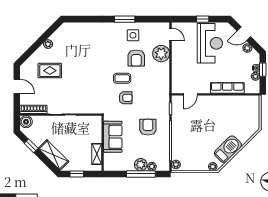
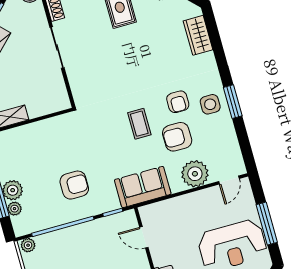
window: (203, 19) -> (267, 224), width x2.17
wardrobe: (79, 29) -> (198, 35), added
side table: (133, 35) -> (210, 104), moved
armchair: (126, 98) -> (178, 102), moved
sofa: (113, 137) -> (143, 187), moved, turned 180

